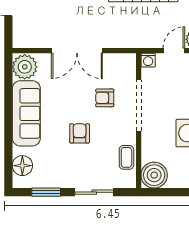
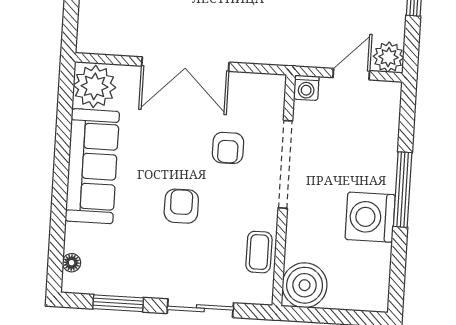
armchair: (105, 98) -> (228, 148), turned -90
floor lamp: (22, 166) -> (72, 263), width x0.53, depth x0.53

